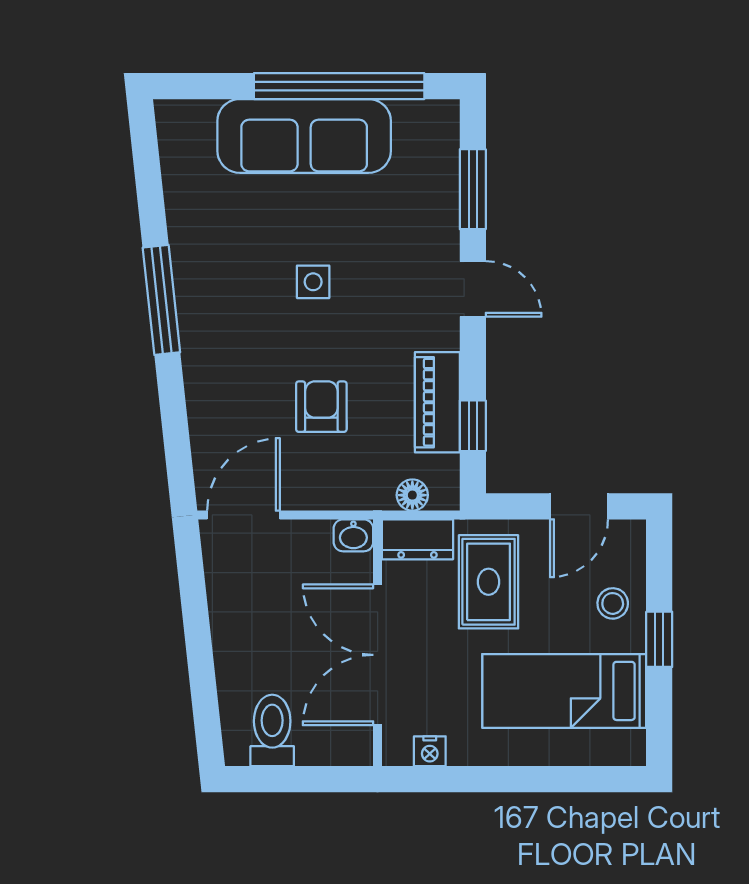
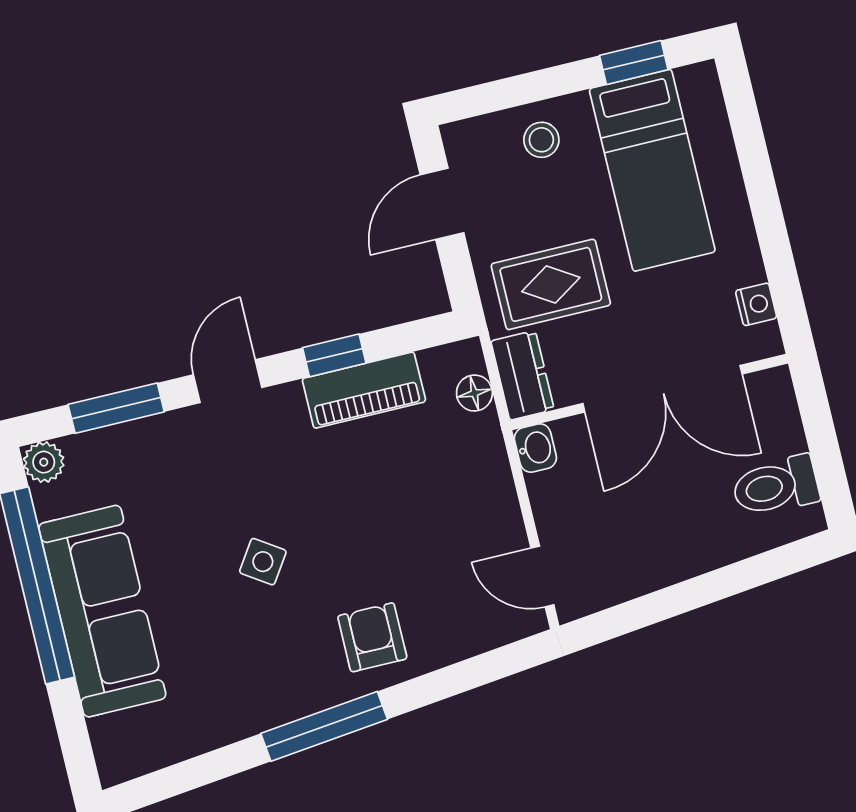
plant: (442, 117) -> (44, 462), added
side table: (313, 282) -> (263, 562), turned 34
armchair: (321, 407) -> (372, 637), moved, turned 90
window: (473, 426) -> (334, 355), moved
door: (579, 506) -> (442, 204), swing flipped
door: (243, 515) -> (542, 576), width x0.73
window: (659, 639) -> (634, 62), moved

